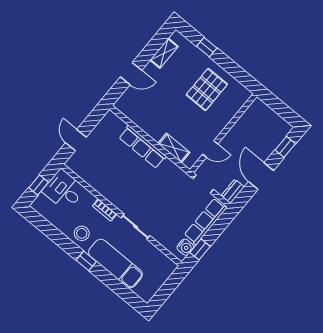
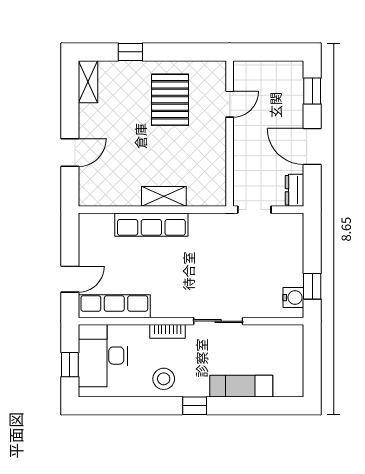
shelving: (164, 53) -> (88, 82), moved
door: (76, 140) -> (70, 279), swing flipped
shelving: (174, 148) -> (164, 196), moved
door: (210, 149) -> (230, 104), moved
desk: (64, 190) -> (103, 356), width x1.37
row of seats: (205, 221) -> (114, 306), moved, turned 90
exam couch: (115, 263) -> (241, 386), width x0.73, depth x0.69

